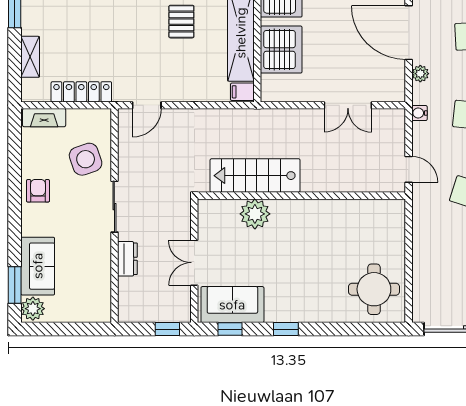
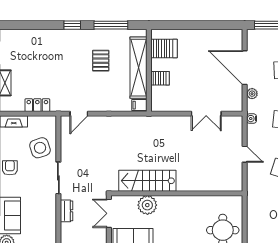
server rack: (281, 50) -> (160, 78), width x0.46, depth x0.70
locker: (81, 92) -> (37, 105), width x0.66
stairs: (255, 176) -> (147, 181), moved
wall: (301, 196) -> (177, 193), moved
plant: (255, 214) -> (147, 205), moved

